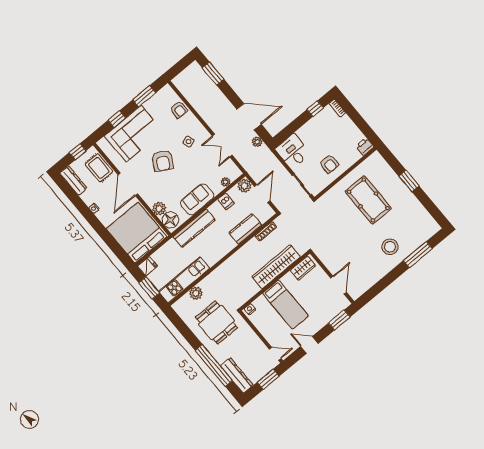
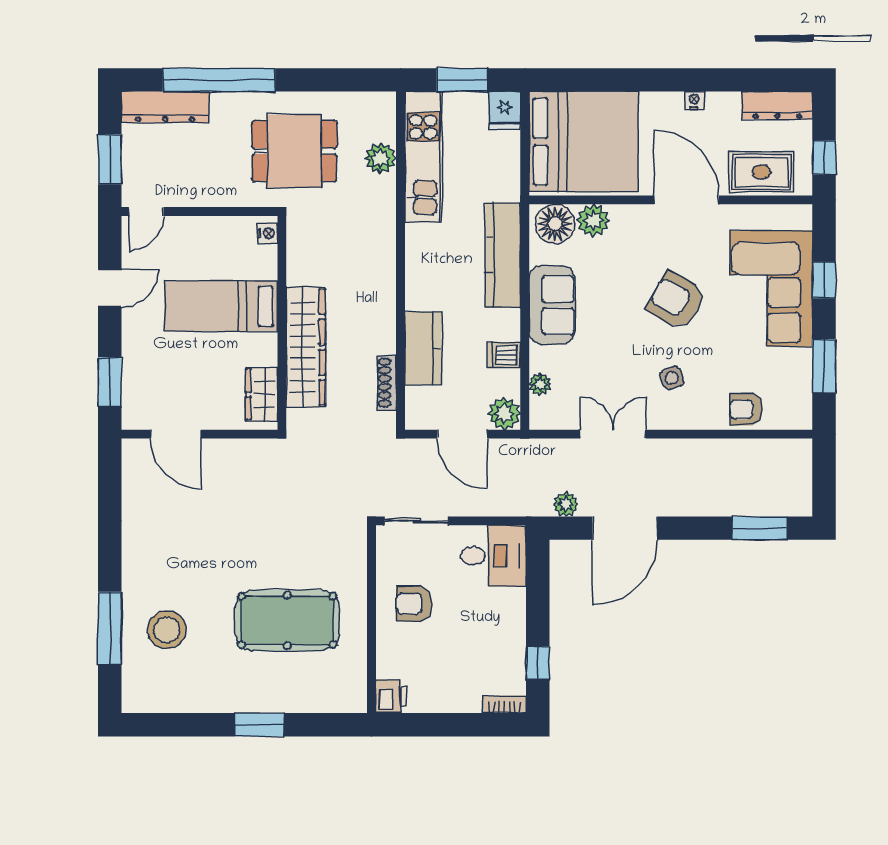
stool: (390, 247) -> (167, 630), moved

